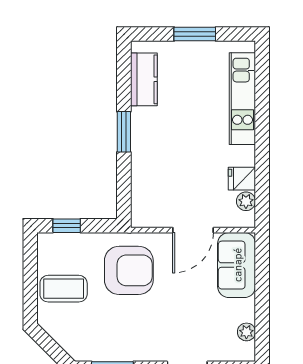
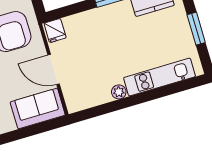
fridge: (242, 179) -> (55, 31), moved, turned 180
plant: (246, 201) -> (119, 92), moved

